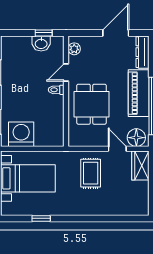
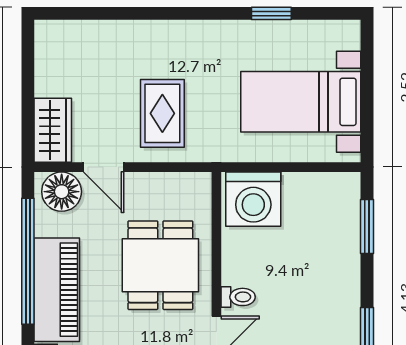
washing machine: (21, 134) -> (253, 199), moved

